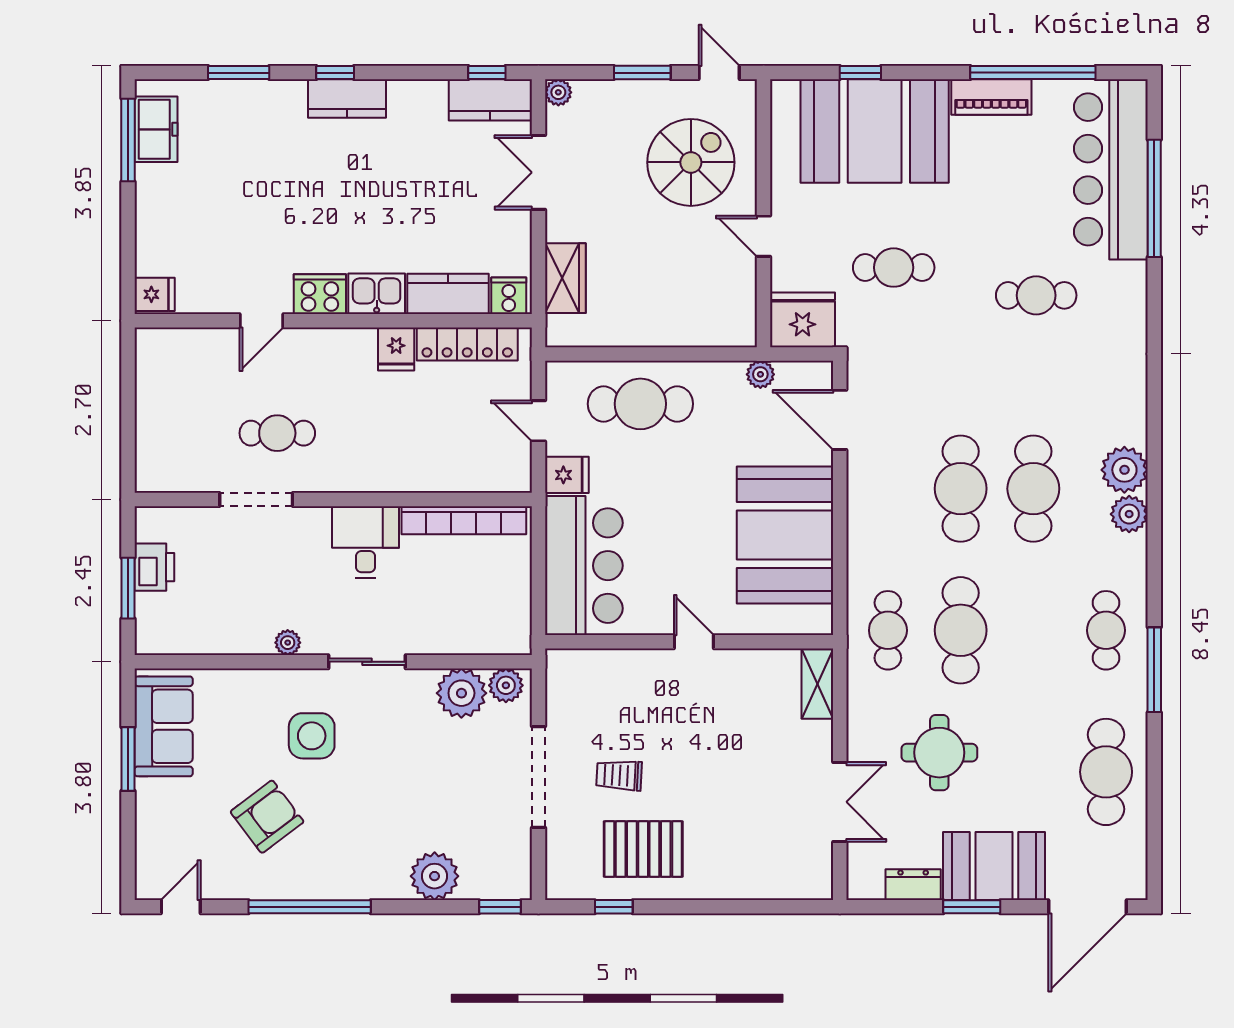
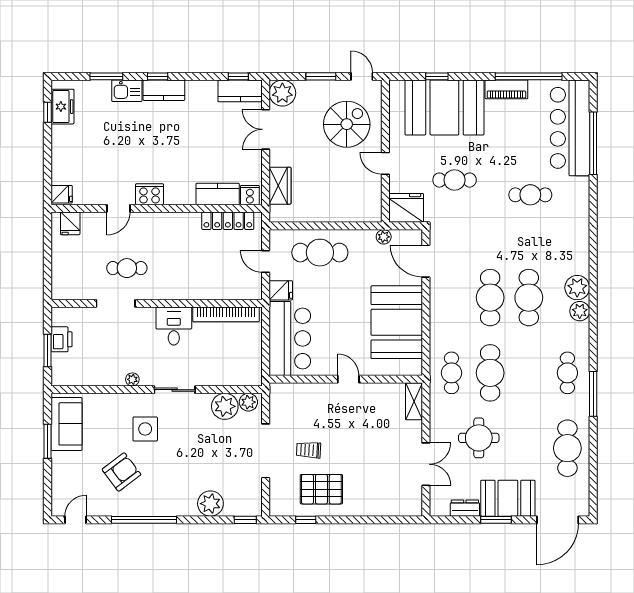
plant: (558, 92) -> (282, 93), width x1.88, depth x1.88
window: (128, 140) -> (48, 112), width x0.46
kitchen sink: (377, 294) -> (127, 91), moved, turned 180
fridge: (396, 349) -> (70, 223), moved

